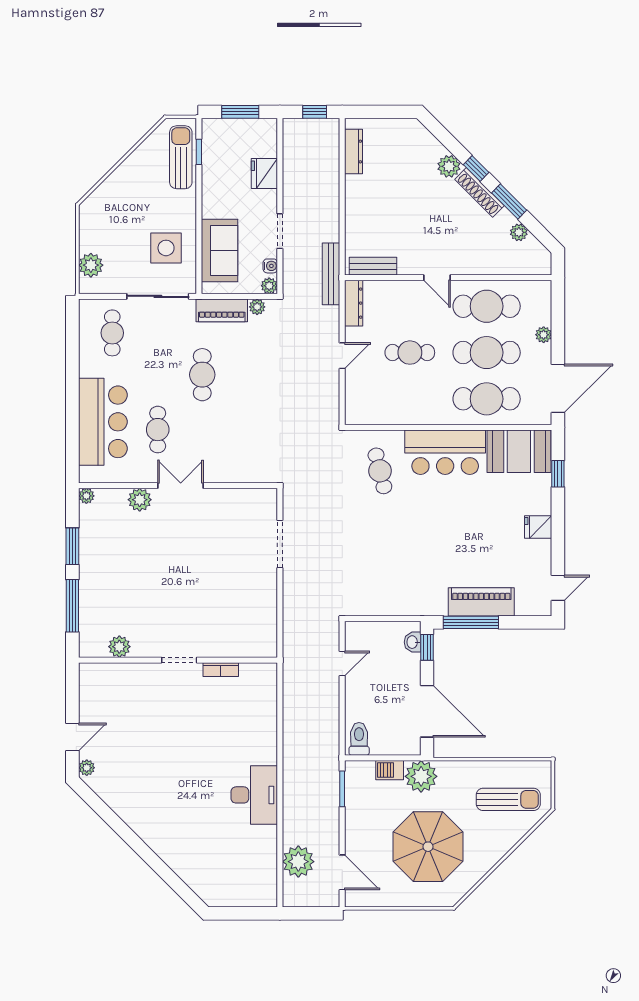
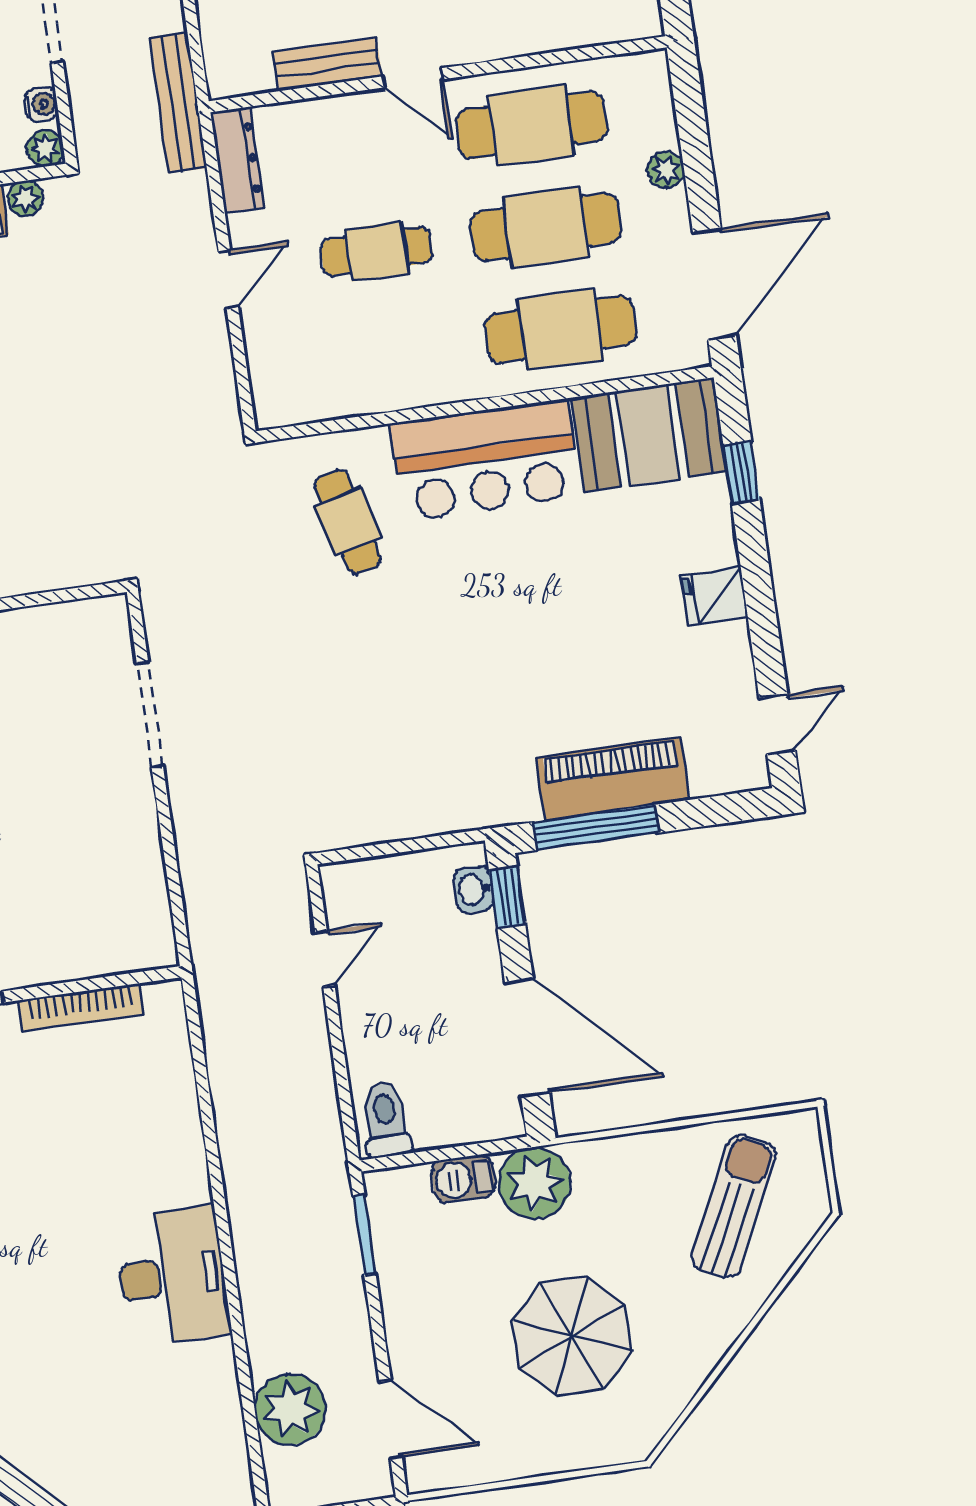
bench: (373, 266) -> (327, 64), moved
bookcase: (221, 670) -> (81, 1007), width x1.56
sun lounger: (508, 799) -> (734, 1206), turned -64
parasol: (428, 847) -> (572, 1336), width x0.73, depth x0.73

